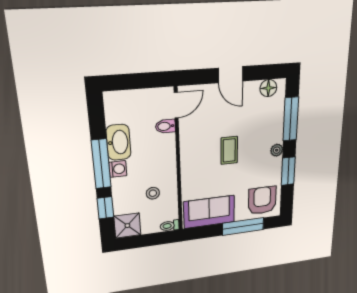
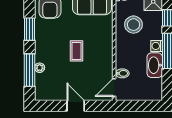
floor lamp: (268, 88) -> (48, 94), removed
plant: (277, 150) -> (40, 68), moved
stool: (153, 193) -> (133, 25), width x1.89, depth x1.89

